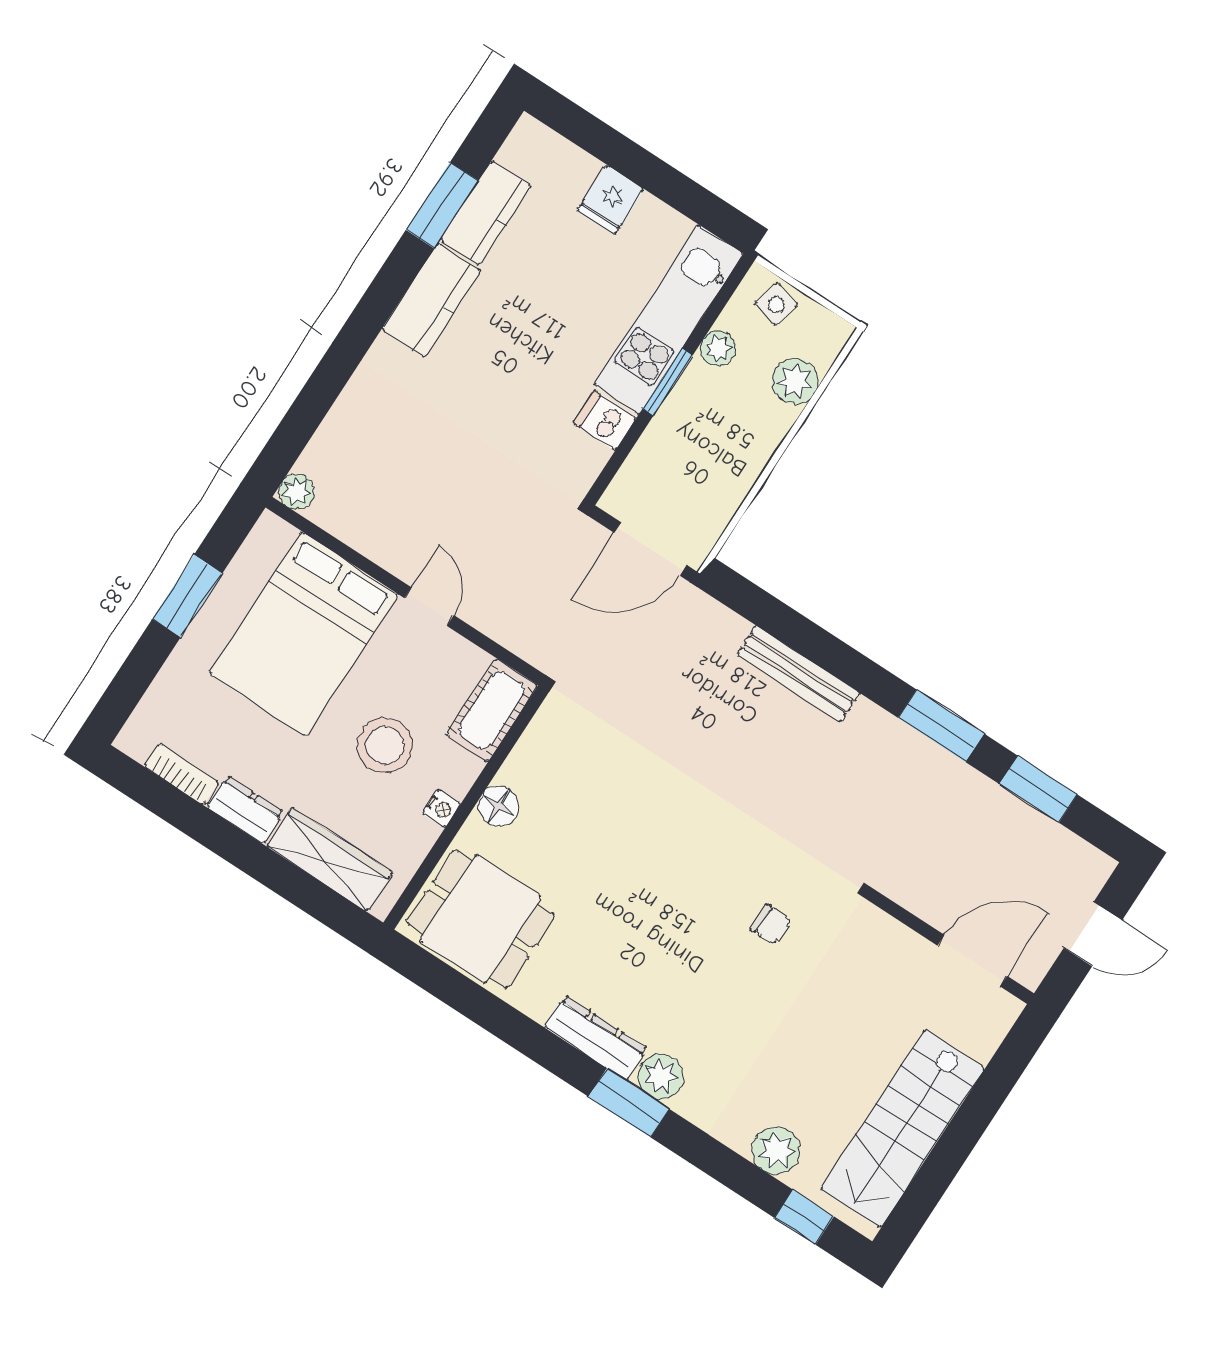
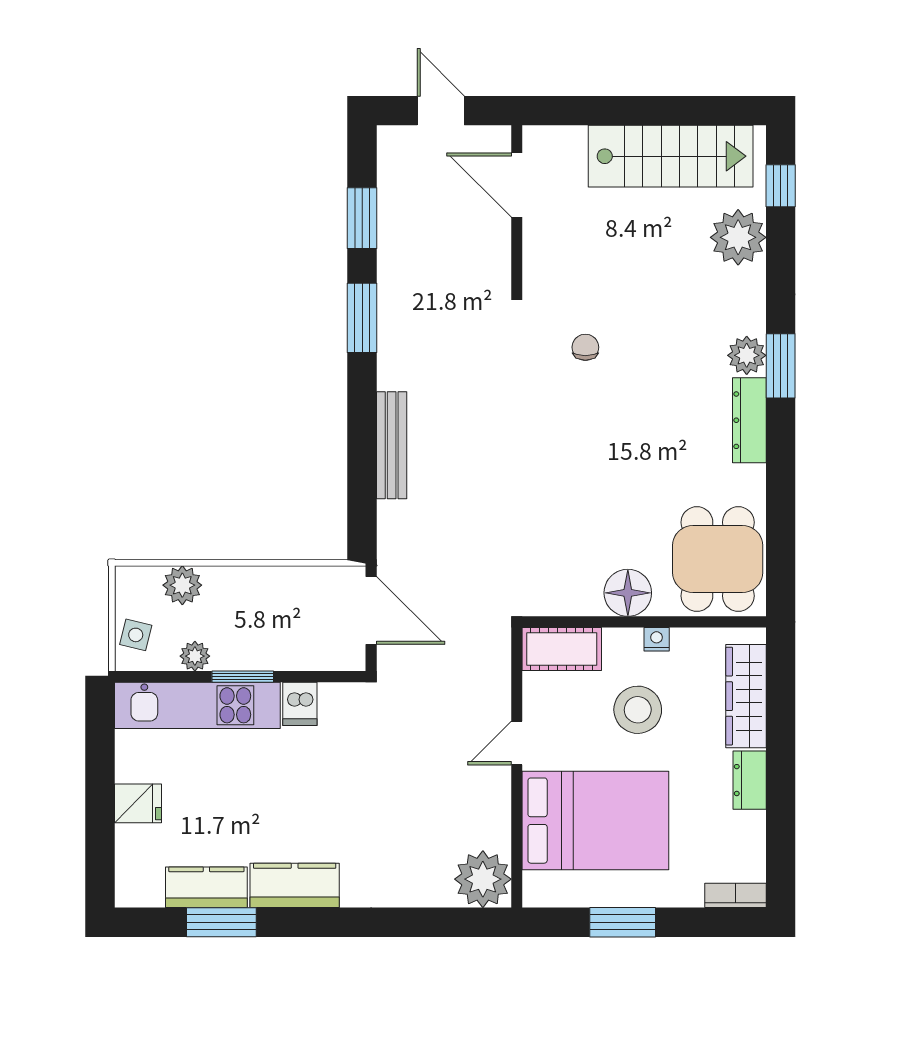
plant: (297, 492) -> (483, 879), width x1.87, depth x1.87
bookcase: (182, 774) -> (735, 895), moved, turned 90
floor lamp: (499, 806) -> (628, 593), width x1.38, depth x1.38
plant: (776, 1150) -> (738, 237), width x1.36, depth x1.36

